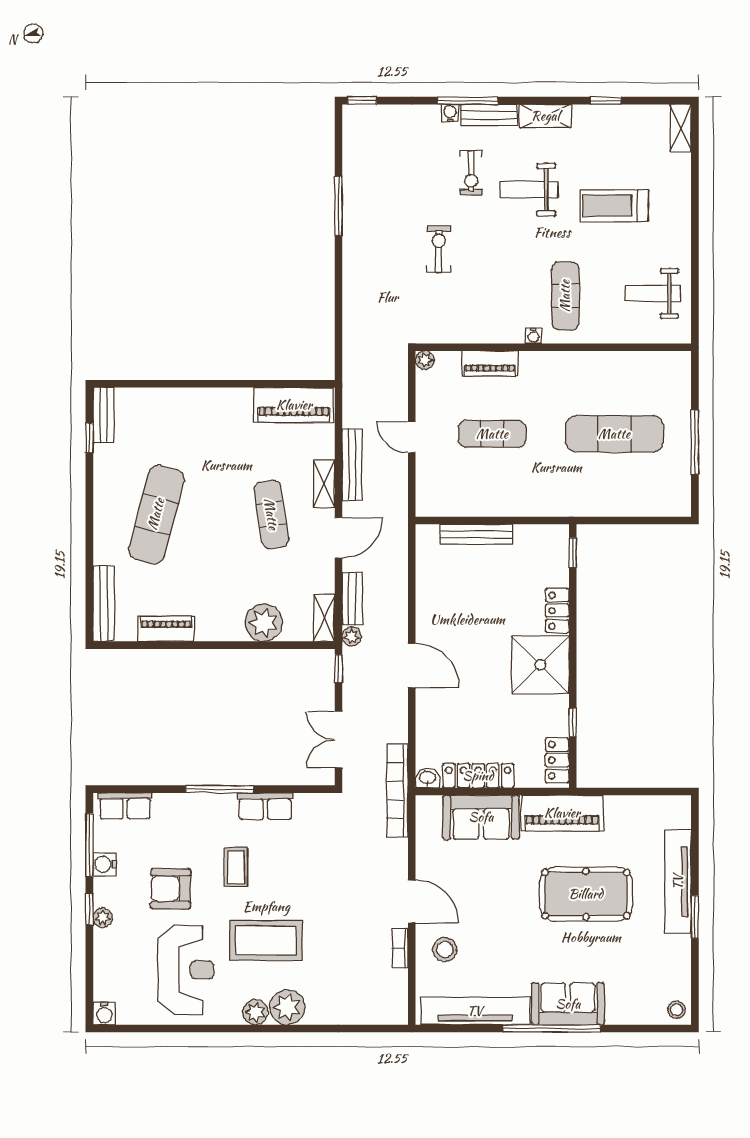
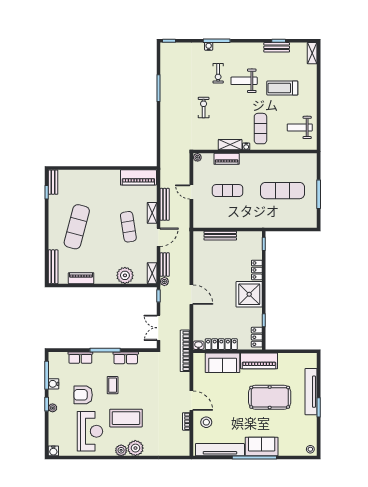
bench: (489, 115) -> (277, 47), moved
shelving: (545, 116) -> (230, 145), moved
row of seats: (125, 806) -> (80, 358), moved

